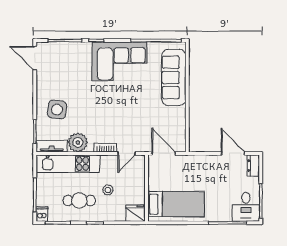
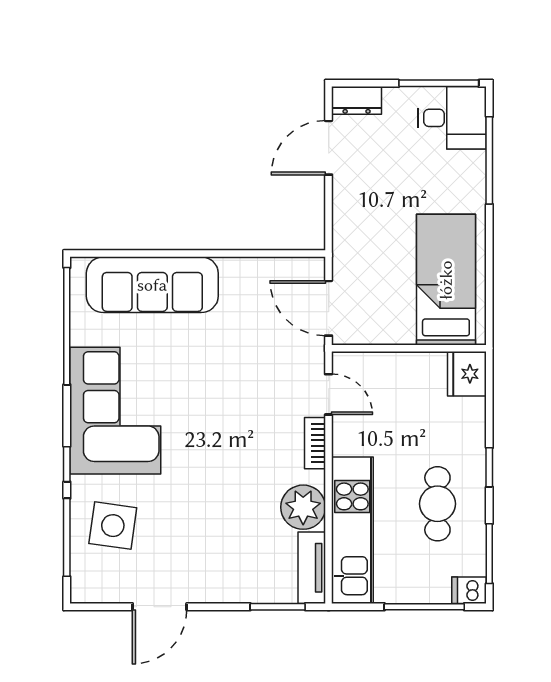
door: (35, 58) -> (160, 607), moved
side table: (57, 110) -> (113, 526), moved
door: (164, 153) -> (329, 308), hinge flipped
stool: (108, 190) -> (413, 437), removed

